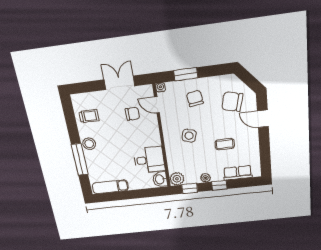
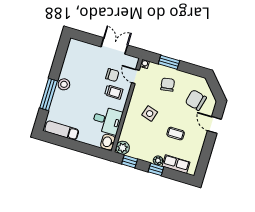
trolley: (89, 116) -> (114, 92), moved
plant: (205, 178) -> (158, 160), moved

